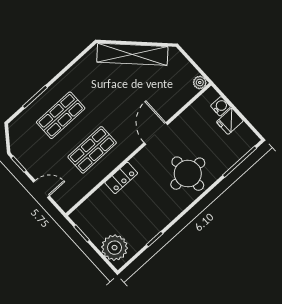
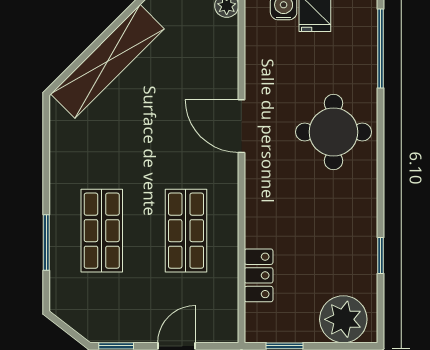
locker: (121, 178) -> (259, 275), moved

